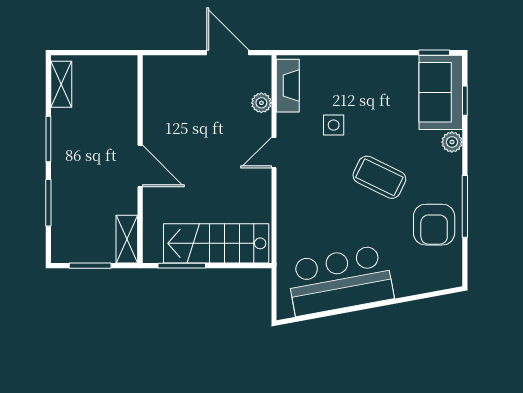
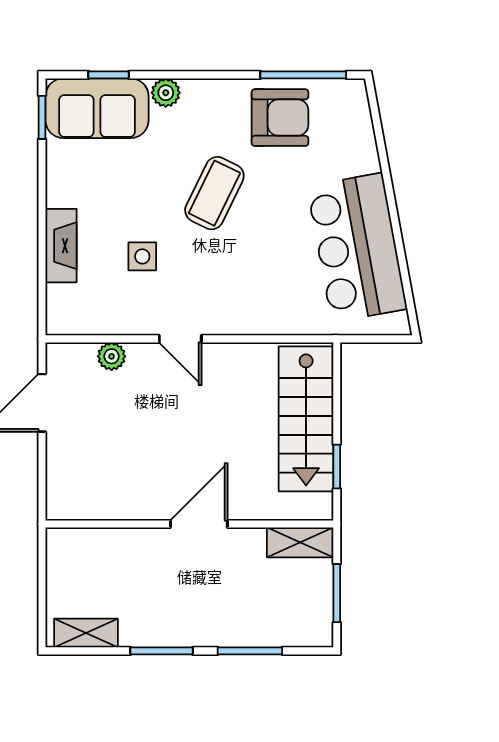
fireplace: (288, 86) -> (61, 246), moved, turned 90
window: (465, 206) -> (303, 75), moved
window: (182, 266) -> (337, 467), width x0.67

